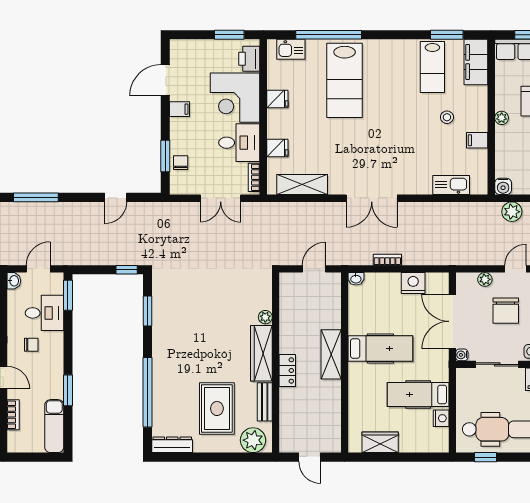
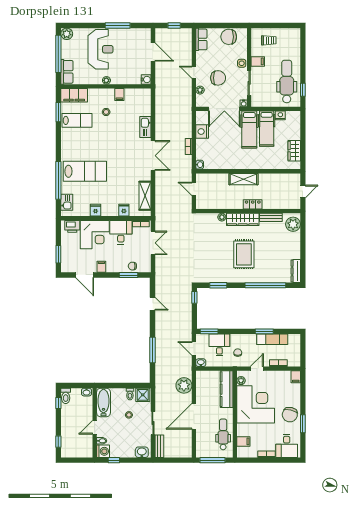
window: (229, 35) -> (58, 254), moved
kitchen sink: (451, 185) -> (145, 127), moved
plant: (512, 212) -> (161, 74), removed
hospital bed: (380, 348) -> (249, 130), moved, turned 180
rug: (217, 408) -> (244, 254), moved, turned 90
exam couch: (54, 426) -> (272, 339), moved

